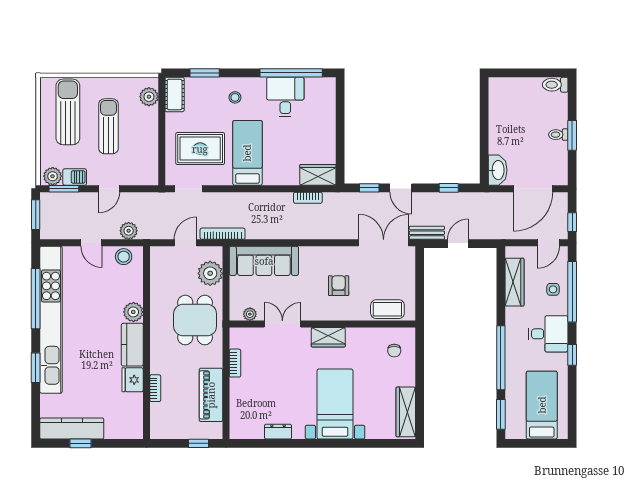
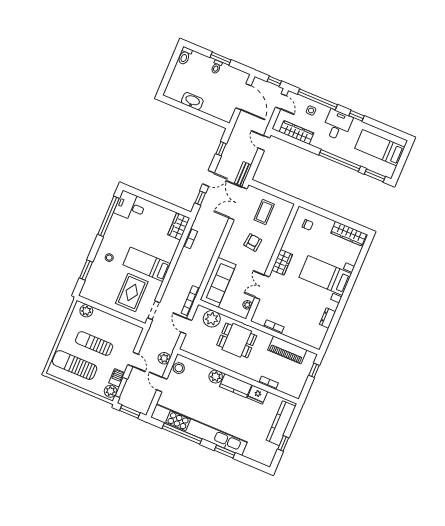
cot: (175, 94) -> (92, 294), removed
desk: (285, 97) -> (130, 206), moved
washbasin: (498, 170) -> (192, 101), moved
door: (91, 243) -> (162, 384), swing flipped
door: (458, 244) -> (264, 143), moved
armchair: (339, 286) -> (253, 242), turned 96
coffee table: (387, 309) -> (264, 212), moved
kitchen counter: (72, 429) -> (281, 423), moved

